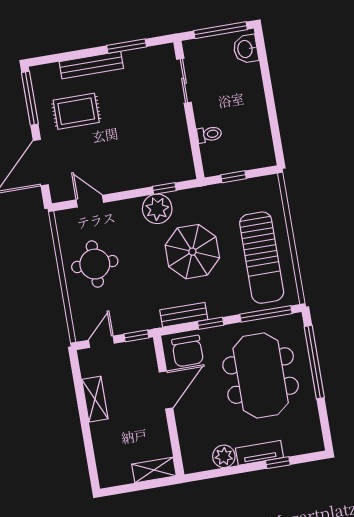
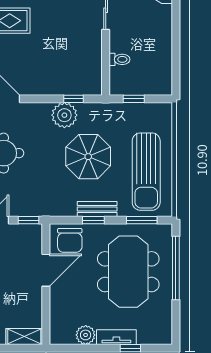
window: (266, 314) -> (142, 220), width x0.69
bench: (184, 315) -> (97, 209), moved

